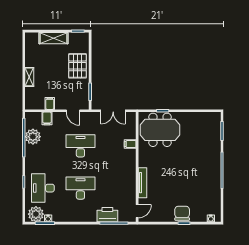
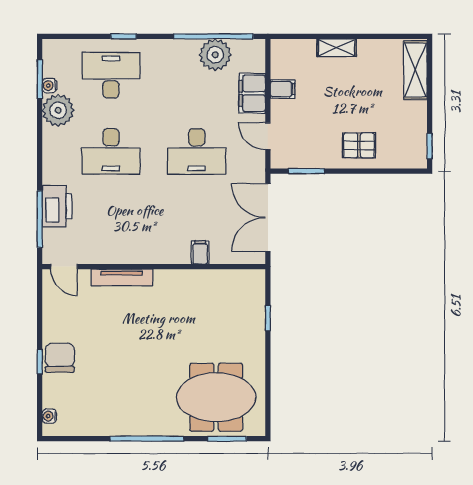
shelving: (53, 38) -> (415, 70), moved
pallet: (77, 66) -> (359, 145), width x0.67, depth x0.71
door: (73, 111) -> (268, 136), hinge flipped
double door: (113, 111) -> (268, 217), width x1.37
filing cabinet: (47, 118) -> (252, 93), width x2.00
meeting table: (160, 130) -> (216, 397), moved, turned 90
desk: (80, 146) -> (197, 151), turned 90
desk: (80, 188) -> (111, 151), turned 90
chair: (182, 213) -> (60, 358), turned -90
plant: (36, 214) -> (58, 110), moved

